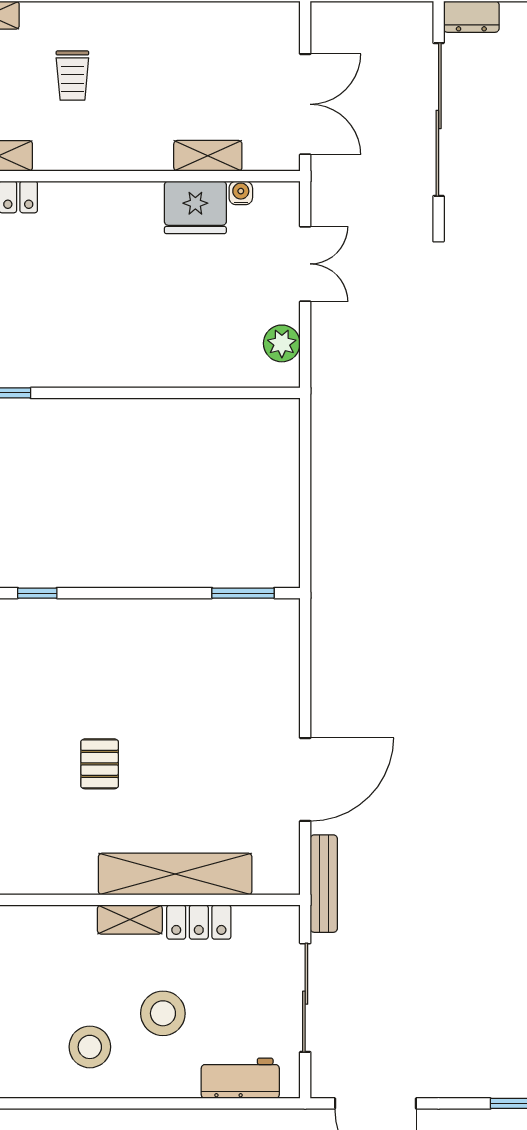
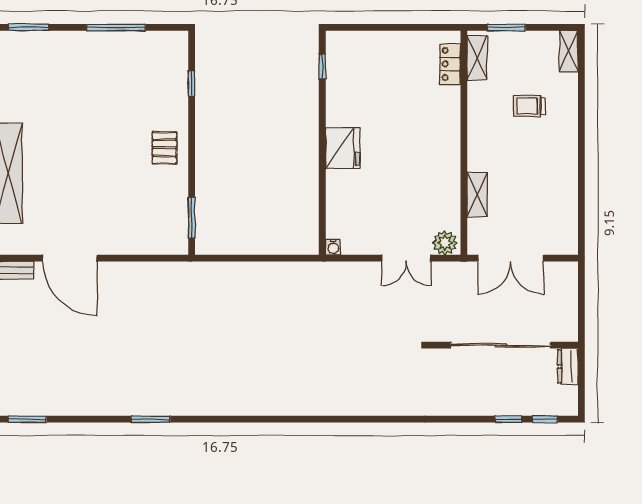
water cooler: (241, 193) -> (333, 247), moved, turned 90
fridge: (195, 207) -> (343, 148), moved, turned 180
plant: (282, 343) -> (445, 243), moved
pallet: (100, 764) -> (164, 148), moved, turned 90

